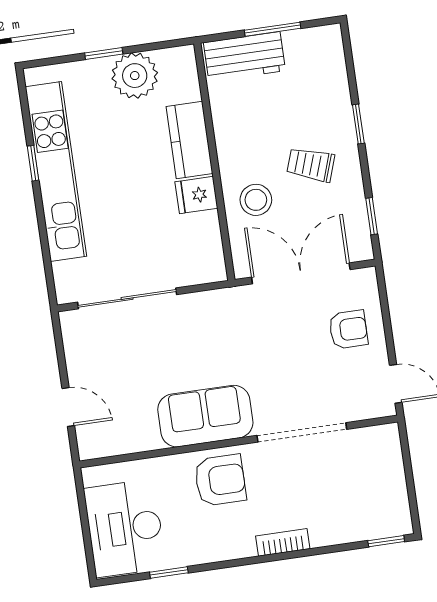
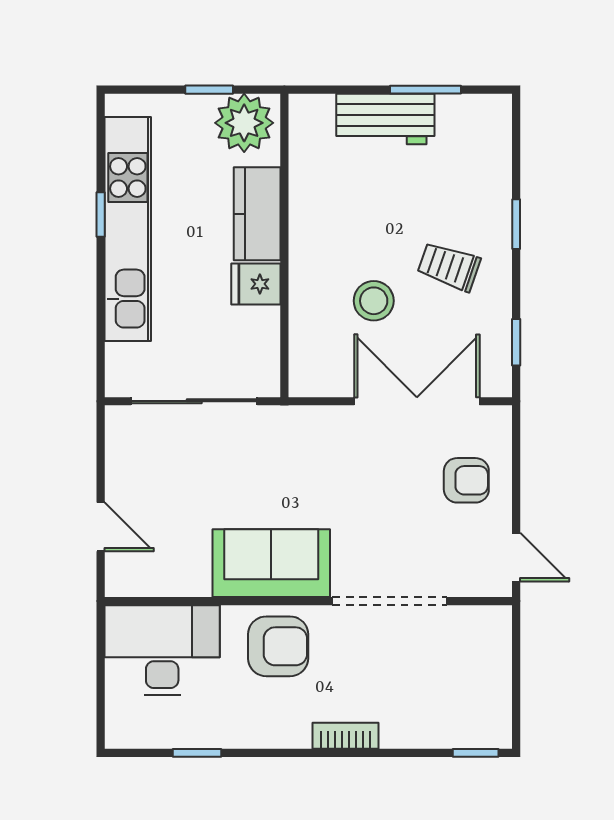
kitchen counter: (189, 140) -> (257, 214), moved
wall: (214, 162) -> (284, 245), moved
fridge: (196, 195) -> (256, 284), moved
desk: (125, 528) -> (162, 650), moved, turned 90

